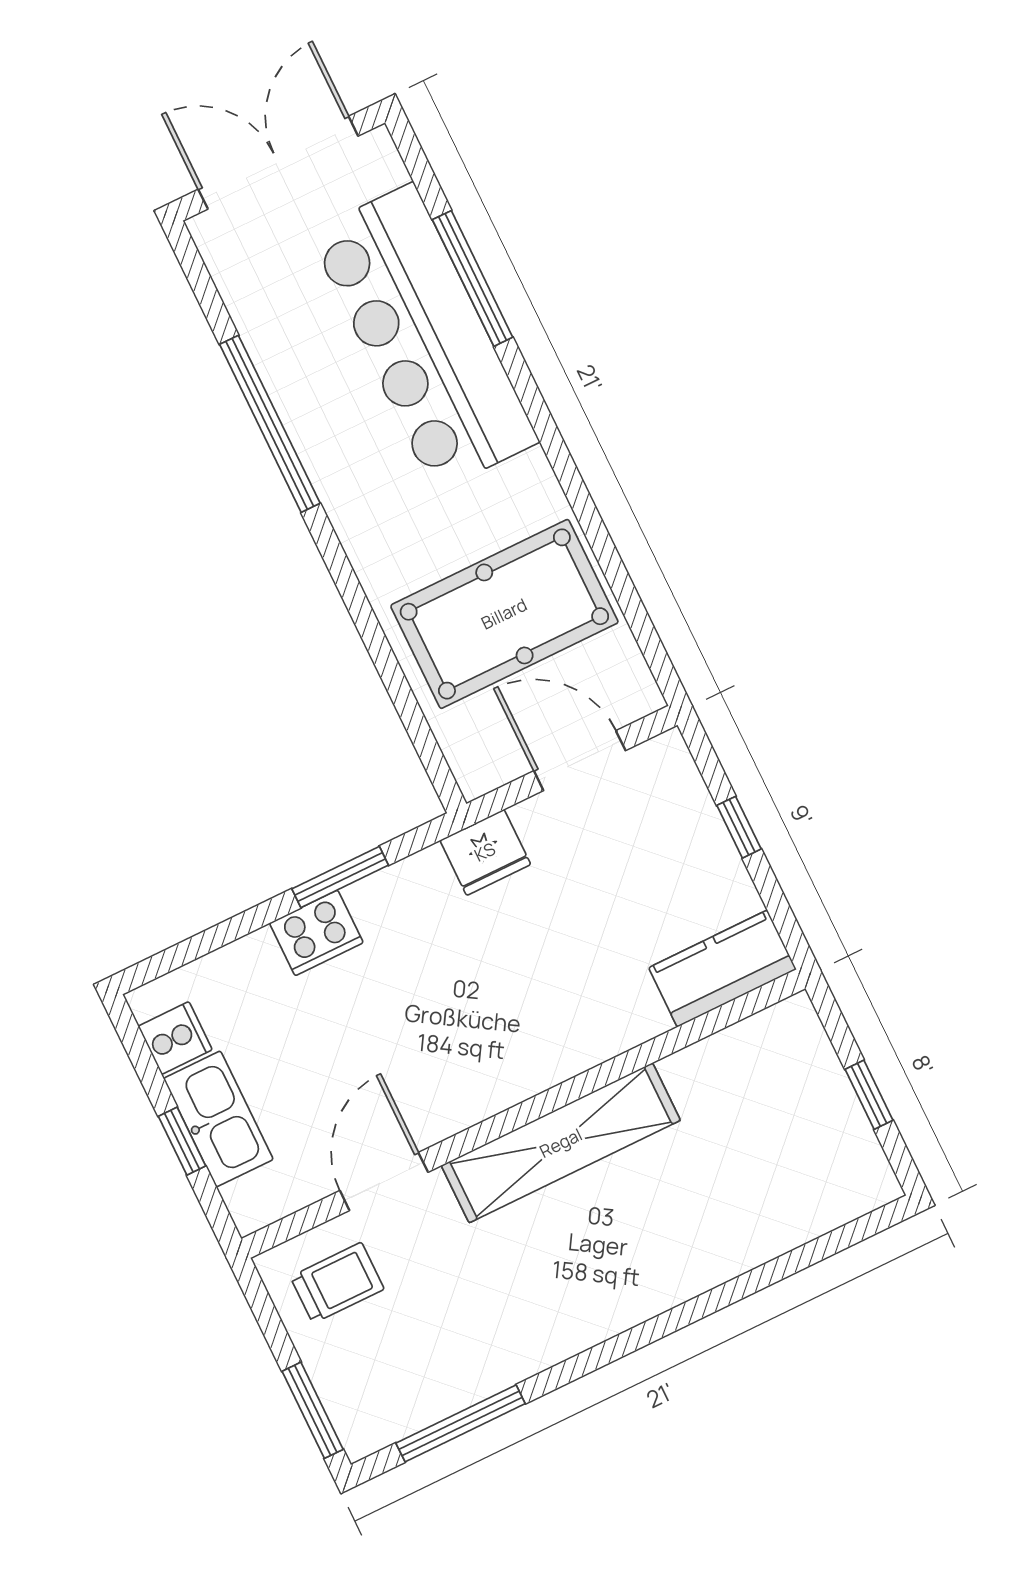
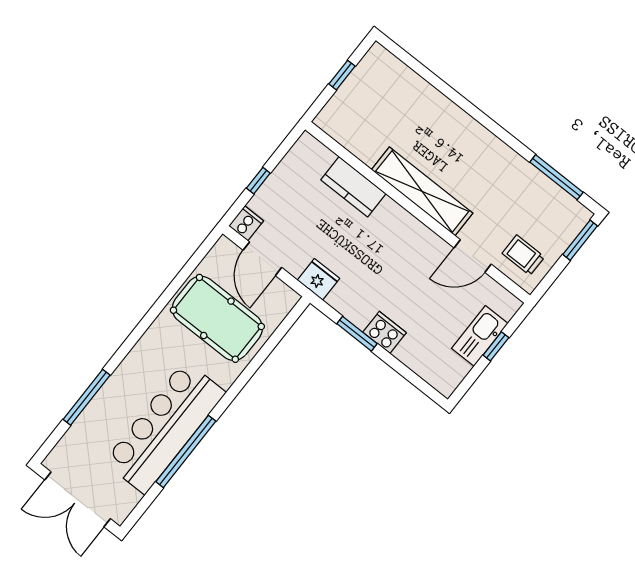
bar counter: (424, 337) -> (165, 427), moved, turned 180
kitchen counter: (722, 969) -> (353, 187), moved
cooker: (175, 1038) -> (246, 223), moved, turned 90

